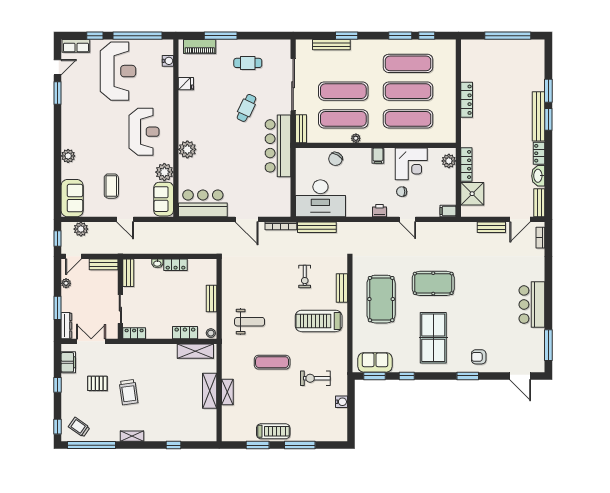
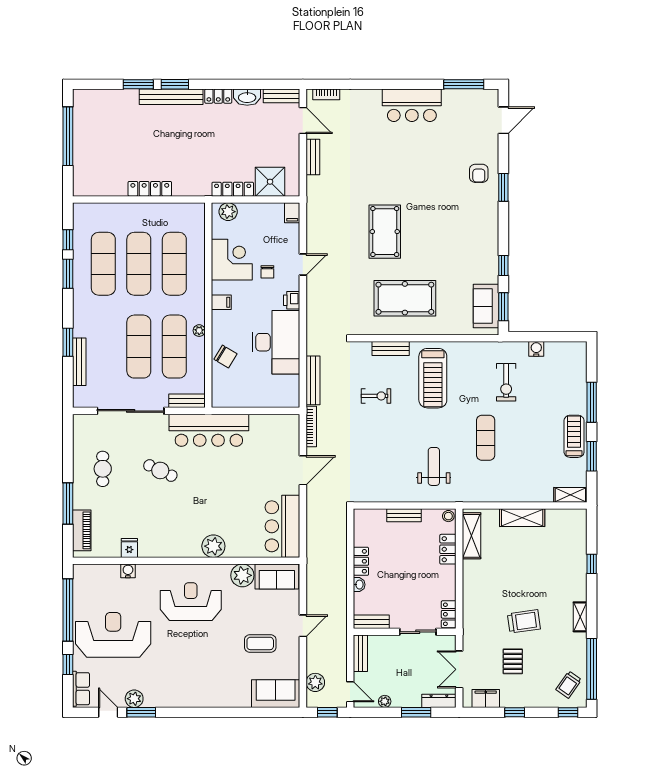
water cooler: (168, 61) -> (128, 571), moved
plant: (68, 156) -> (134, 699), moved
desk: (320, 198) -> (276, 342), moved
table tennis table: (433, 338) -> (454, 231), removed
shelving: (227, 392) -> (570, 495), moved

